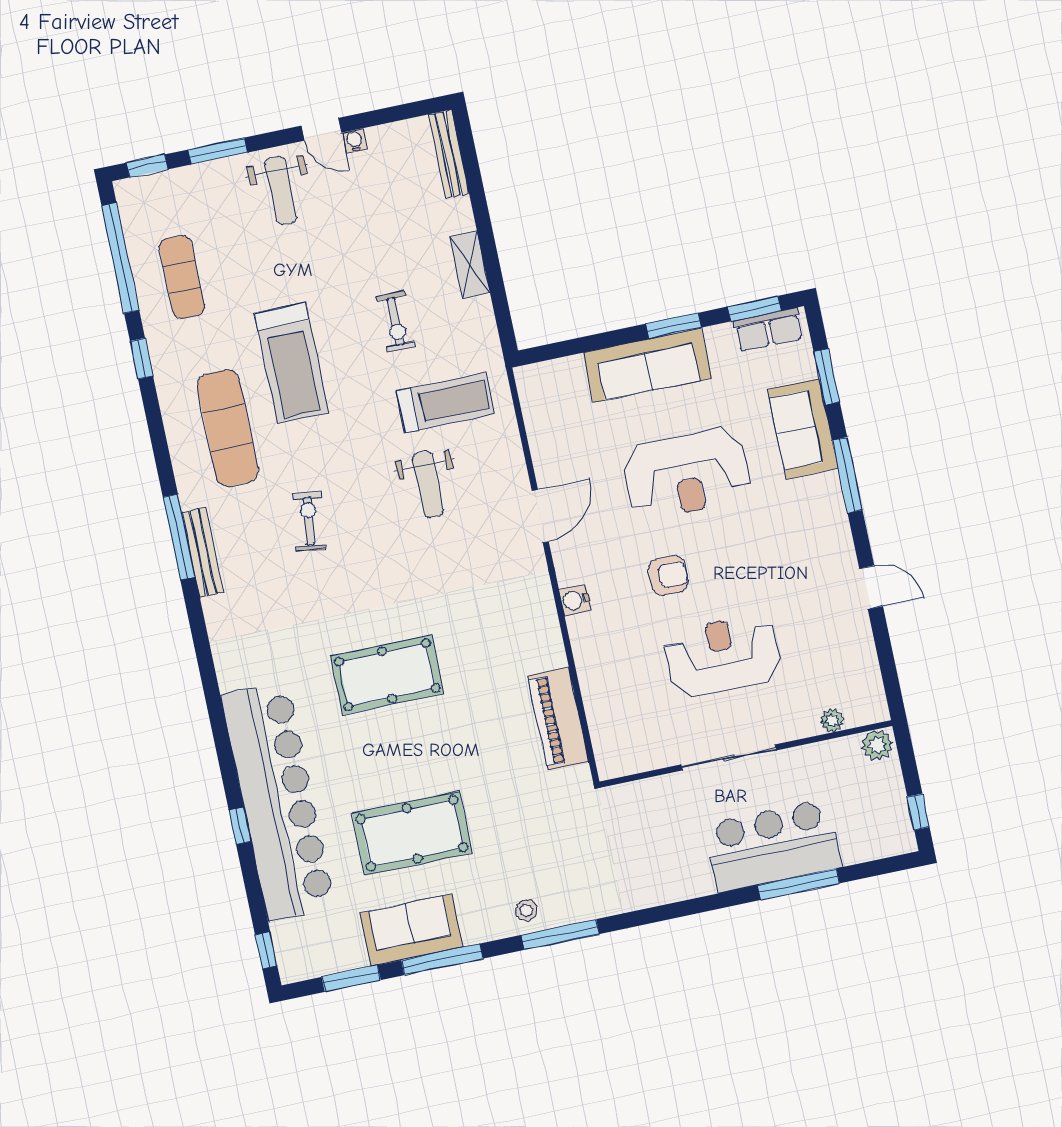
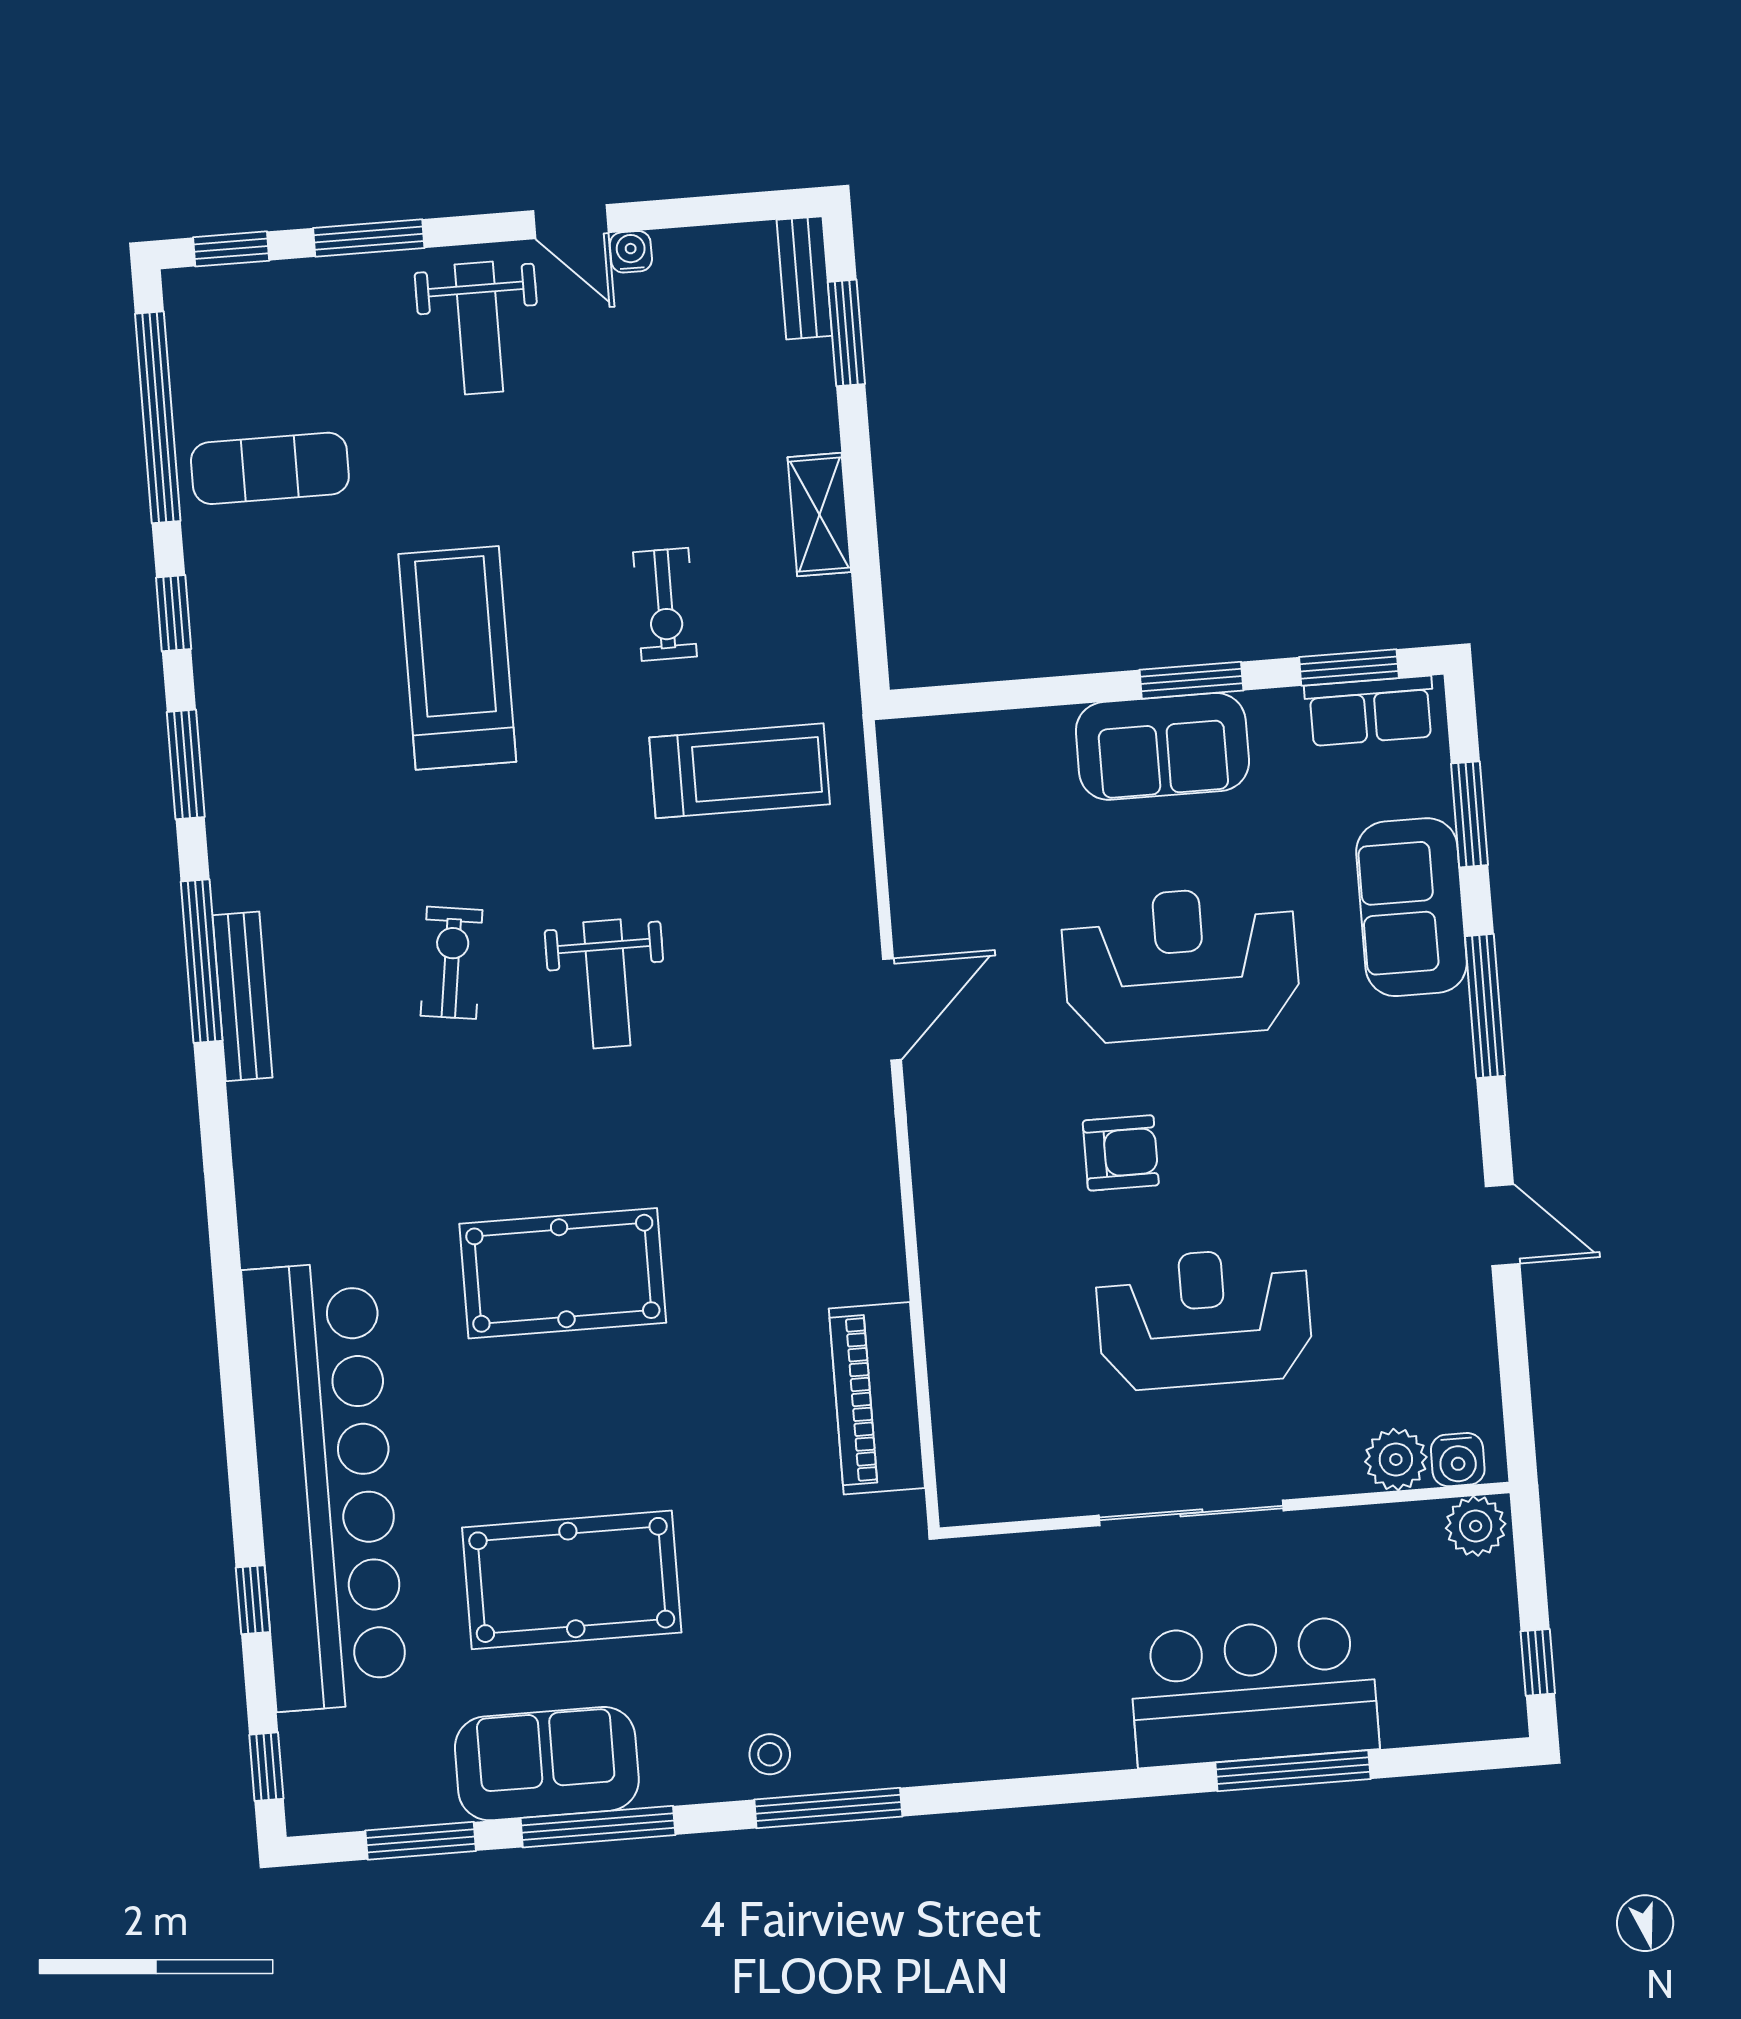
bench: (449, 154) -> (804, 278), width x0.73
window: (472, 169) -> (846, 333), added
exercise mat: (182, 277) -> (270, 468), turned 90
treadmill: (292, 363) -> (457, 658), turned 180
sofa: (647, 365) -> (1162, 746), width x0.73
exercise mat: (228, 428) -> (320, 766), removed
window: (158, 436) -> (186, 764), added
reception desk: (687, 474) -> (1181, 964), turned 180
weight bench: (428, 484) -> (607, 984), moved
water cooler: (575, 600) -> (1458, 1460), moved, turned -90
plant: (832, 720) -> (1396, 1459), width x1.38, depth x1.38
window: (240, 826) -> (253, 1600), moved

